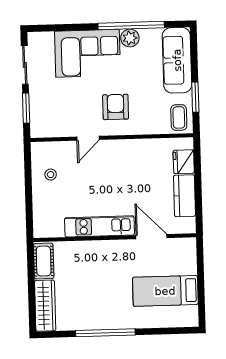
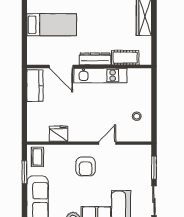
fridge: (184, 162) -> (58, 134), moved, turned -90
kitchen counter: (184, 196) -> (35, 86), moved
dresser: (107, 248) -> (95, 59), added
cot: (44, 261) -> (125, 58), moved, turned 90

